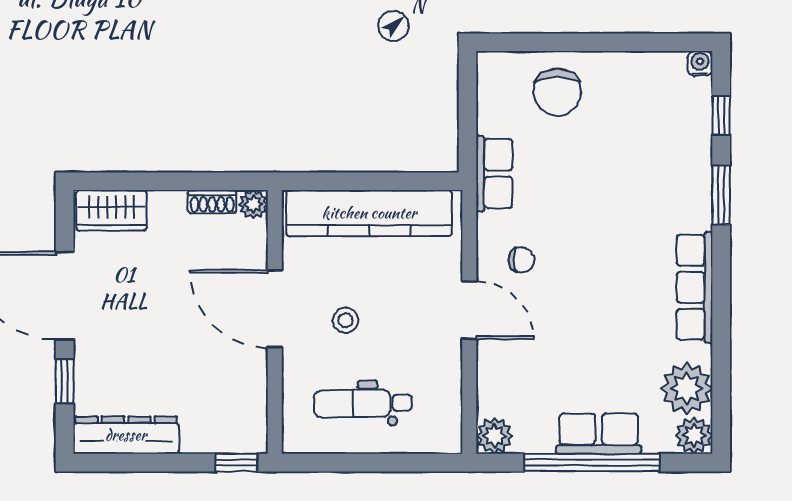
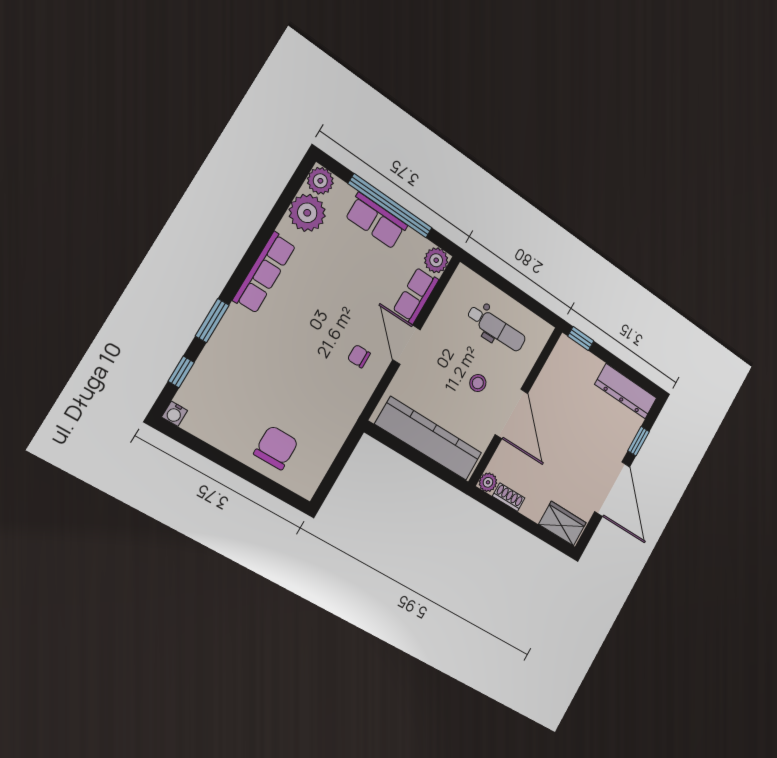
row of seats: (494, 174) -> (416, 295), moved

